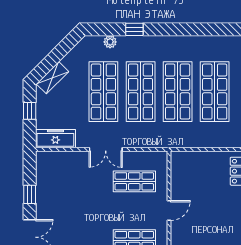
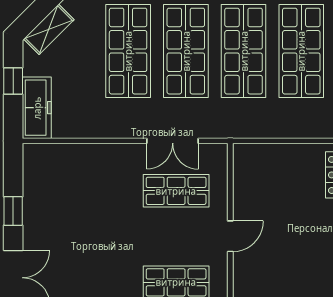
freezer: (55, 139) -> (37, 108), moved, turned 90
double door: (106, 149) -> (173, 141), moved

